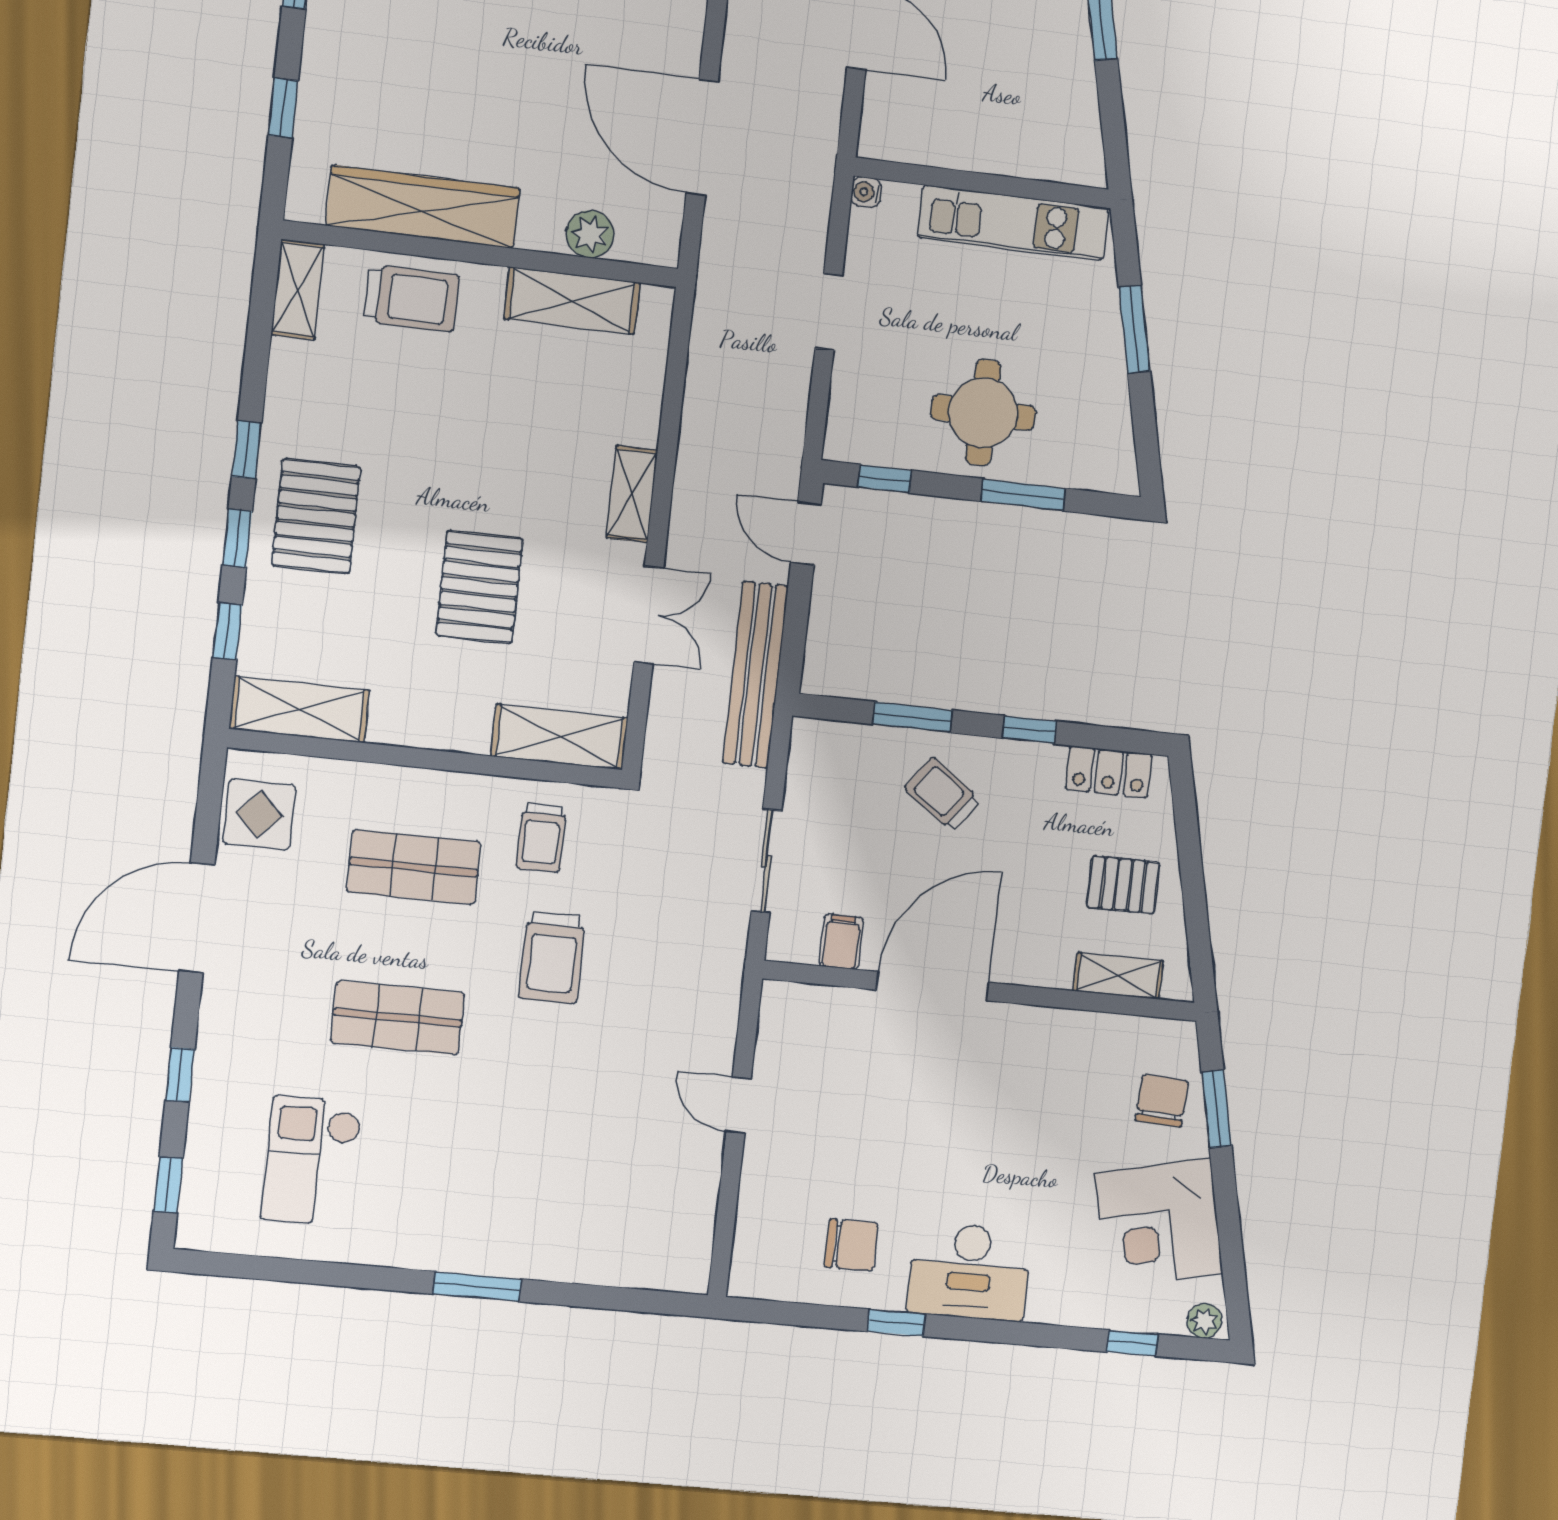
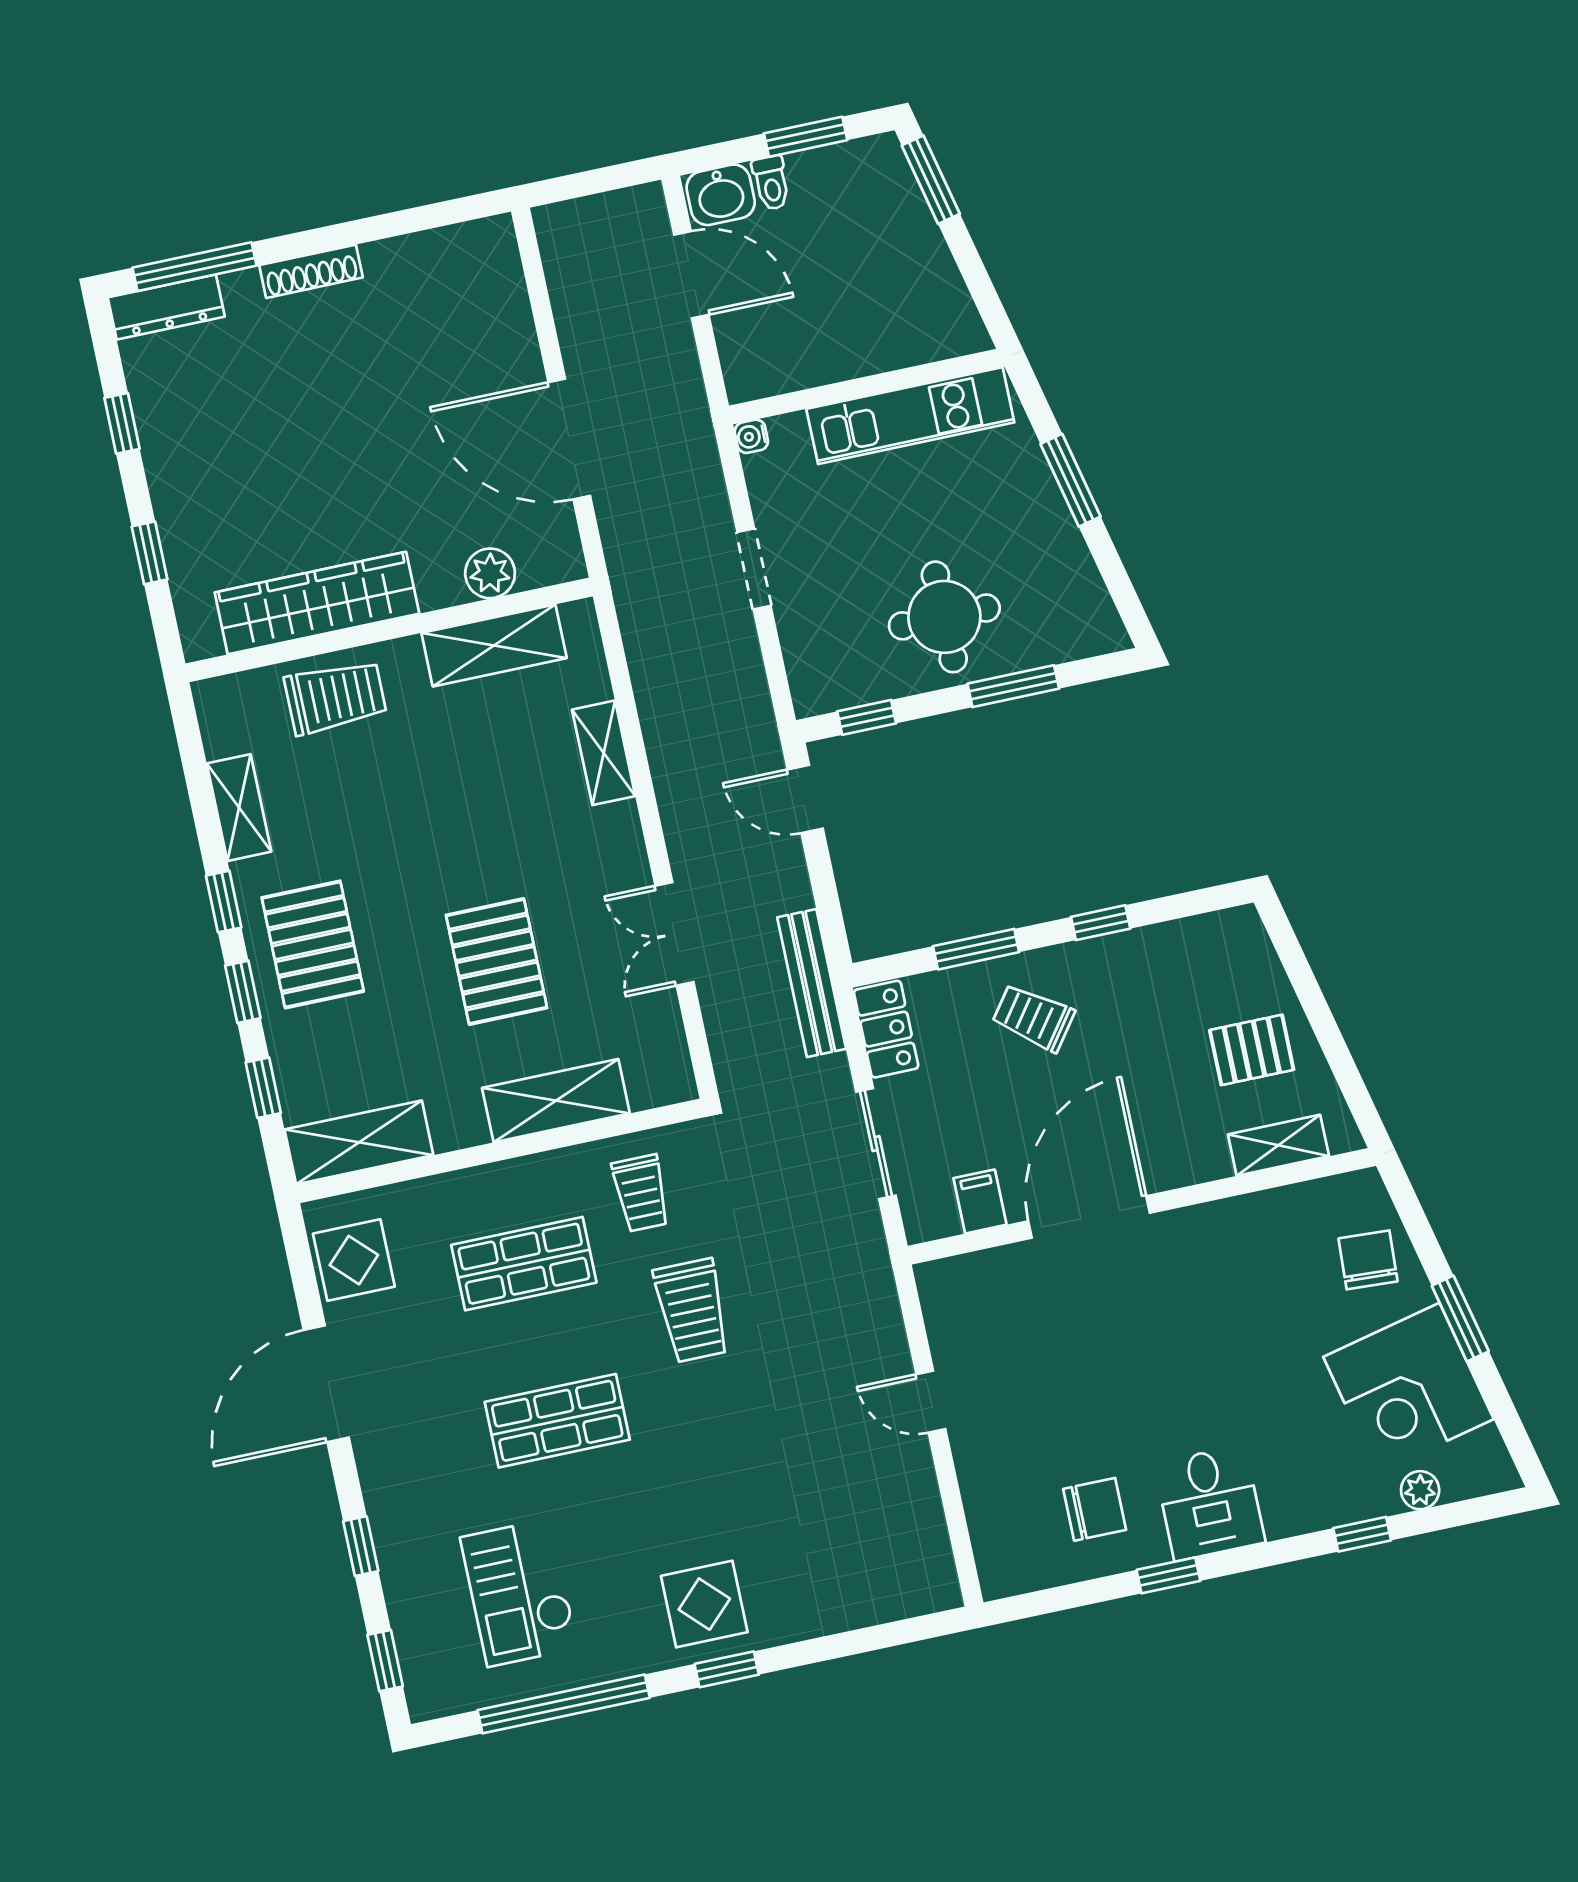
shelving: (298, 289) -> (239, 808), moved
shelving: (632, 494) -> (604, 753), moved
double door: (649, 615) -> (674, 934), swing flipped
bench: (756, 675) -> (812, 983), width x0.73, depth x0.82
shelving: (559, 737) -> (556, 1101), moved
locker: (1109, 772) -> (886, 1029), moved, turned -90
window: (1217, 1109) -> (1460, 1319), moved
display table: (476, 1222) -> (704, 1604), added
desk: (969, 1272) -> (1210, 1503), width x0.73
window: (319, 1273) -> (564, 1704), added
window: (477, 1287) -> (727, 1669), width x0.67
plant: (1204, 1321) -> (1420, 1490), moved
window: (1132, 1343) -> (1362, 1534), moved

